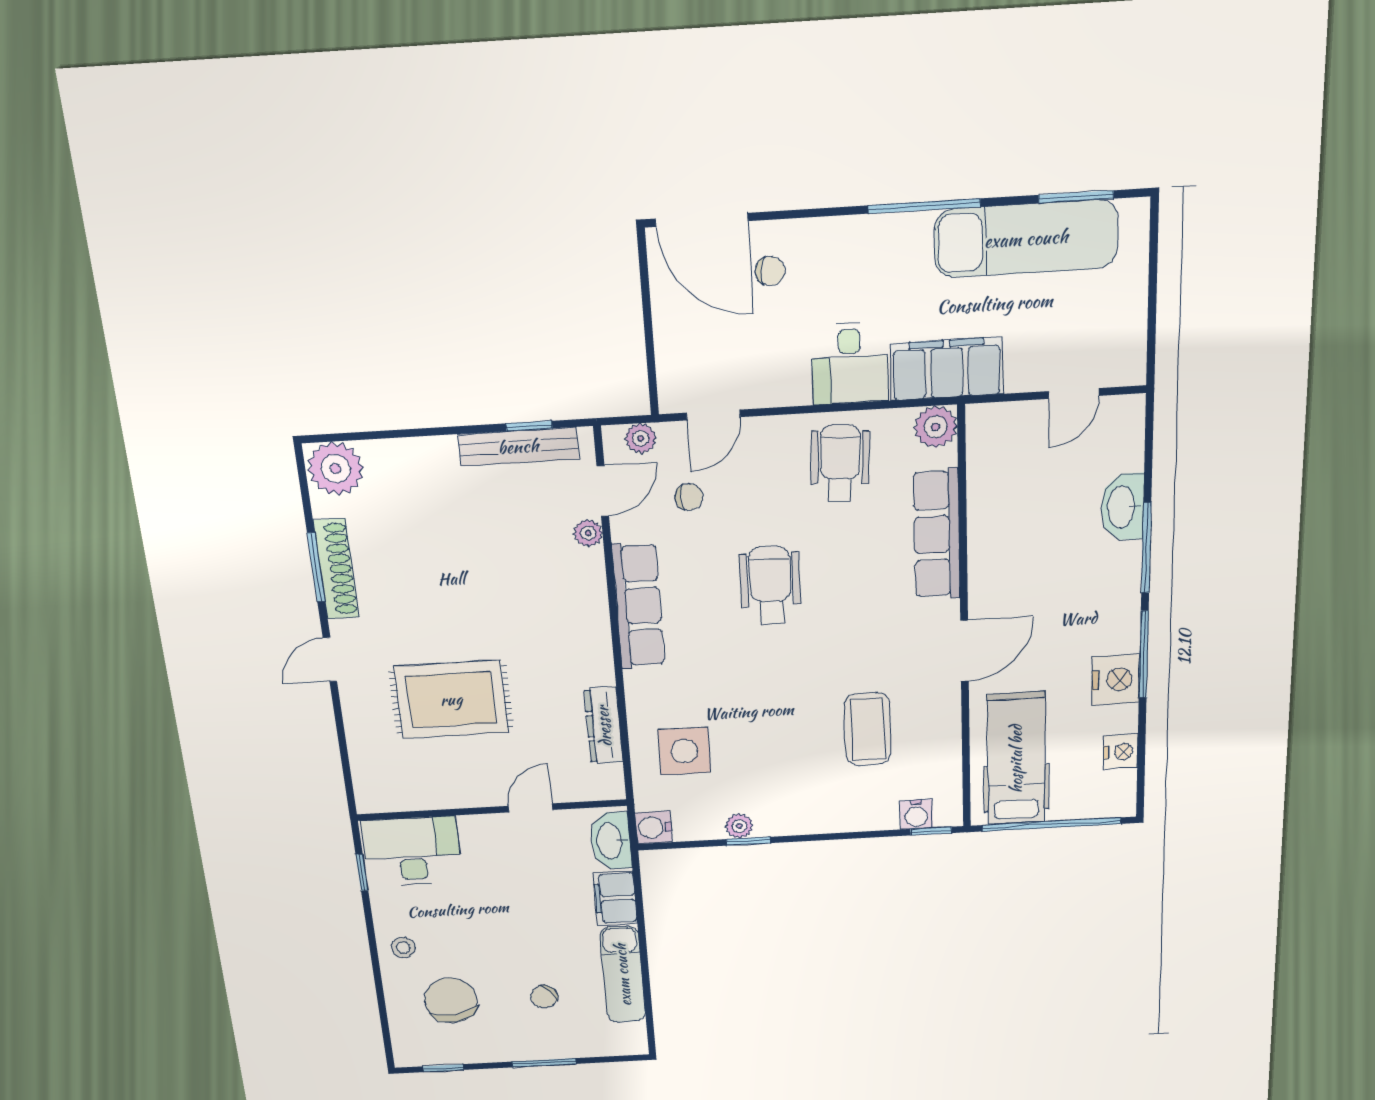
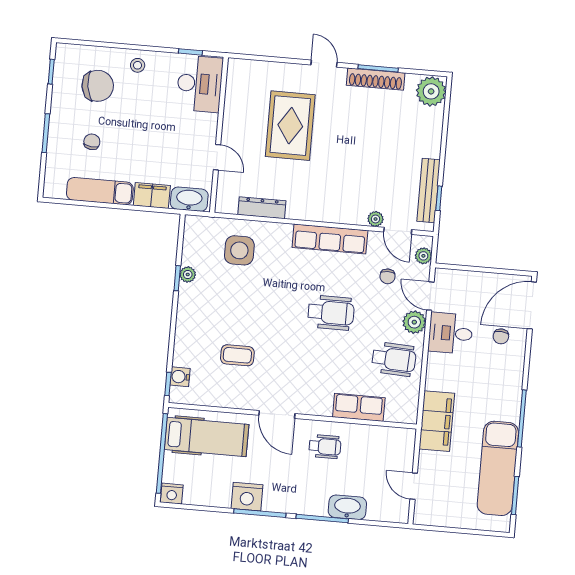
desk: (850, 363) -> (451, 333), moved
plant: (936, 427) -> (414, 322), moved
row of seats: (937, 534) -> (359, 407), width x0.68
wheelchair: (1014, 562) -> (325, 447), added
coffee table: (868, 729) -> (237, 355), width x0.73, depth x0.77
nightstand: (1121, 752) -> (172, 494), moved
water cooler: (654, 827) -> (194, 225), removed
chair: (544, 997) -> (92, 142), turned 47

